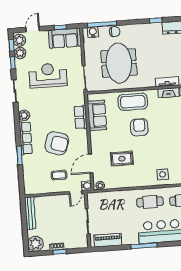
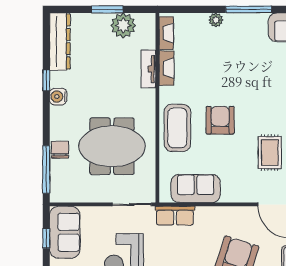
water cooler: (93, 32) -> (58, 97), moved
row of seats: (81, 117) -> (175, 216), moved
armchair: (139, 127) -> (220, 120), turned 90

